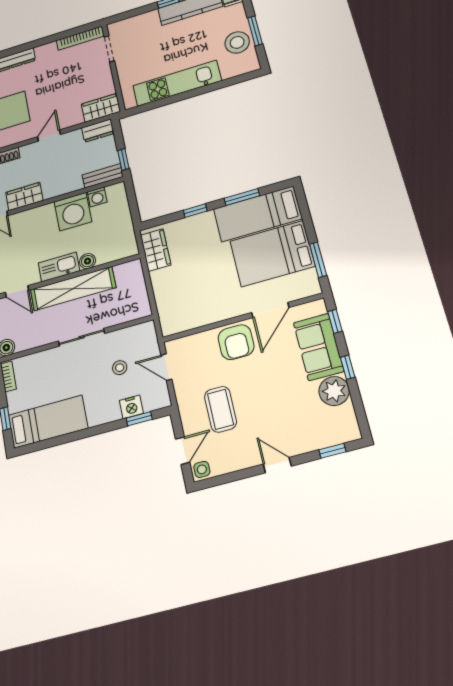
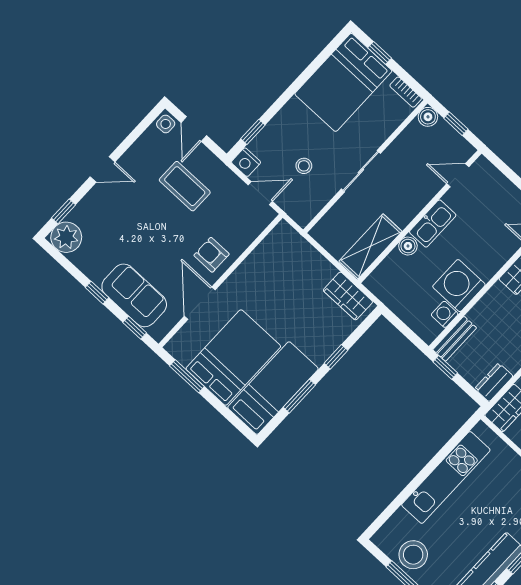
shelving: (73, 289) -> (370, 246), moved, width x0.68
armchair: (236, 342) -> (212, 255), width x0.72, depth x0.72
plant: (334, 391) -> (66, 237), moved
nightstand: (131, 407) -> (246, 162), moved, turned -90
bed: (48, 422) -> (343, 82), width x1.50

